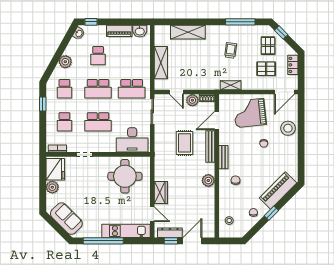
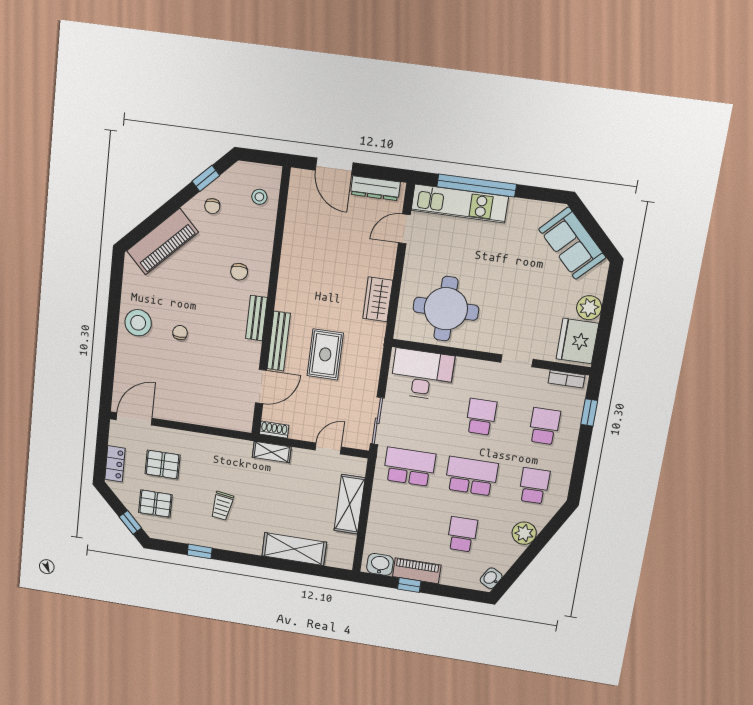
window: (91, 22) -> (409, 585), moved
window: (240, 22) -> (200, 551), width x0.46
pallet: (268, 46) -> (155, 504), turned 90
shelving: (231, 85) -> (272, 452), moved
door: (176, 92) -> (328, 448), hinge flipped
plant: (192, 100) -> (301, 430), removed
window: (43, 104) -> (589, 412), moved
grand piano: (250, 113) -> (200, 391), removed
school desk: (98, 122) -> (481, 417), width x0.54
stool: (288, 128) -> (138, 323), moved
plant: (208, 181) -> (290, 278), removed
wardrobe: (161, 193) -> (378, 299), moved
window: (271, 213) -> (206, 178), moved
door: (152, 214) -> (404, 229), hinge flipped
window: (103, 241) -> (477, 186), moved
window: (171, 241) -> (376, 172), removed
door: (192, 241) -> (334, 167), hinge flipped

